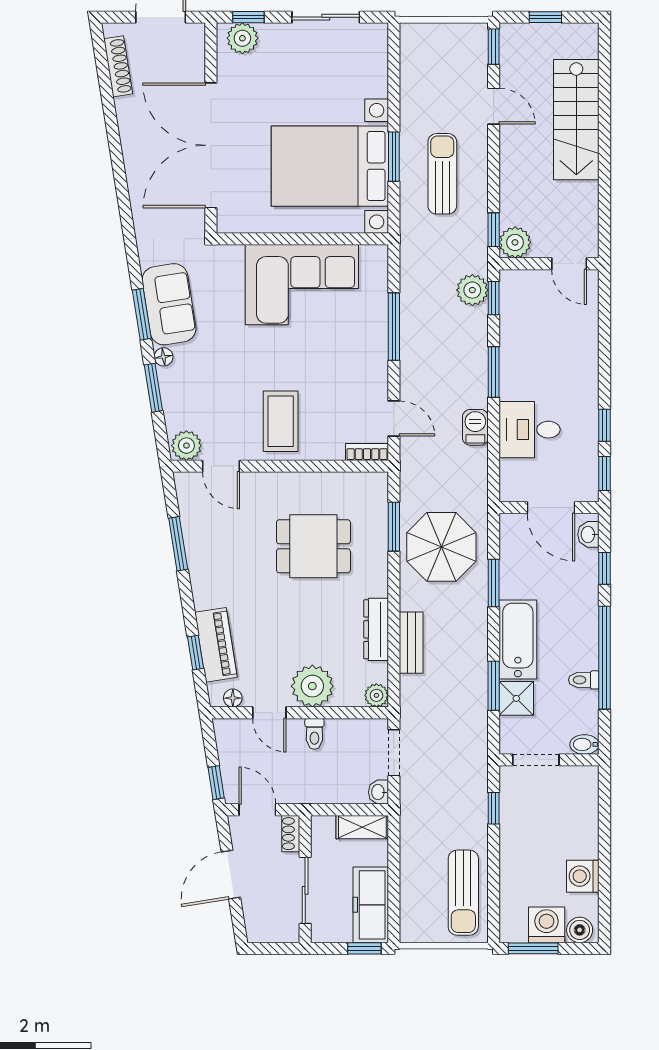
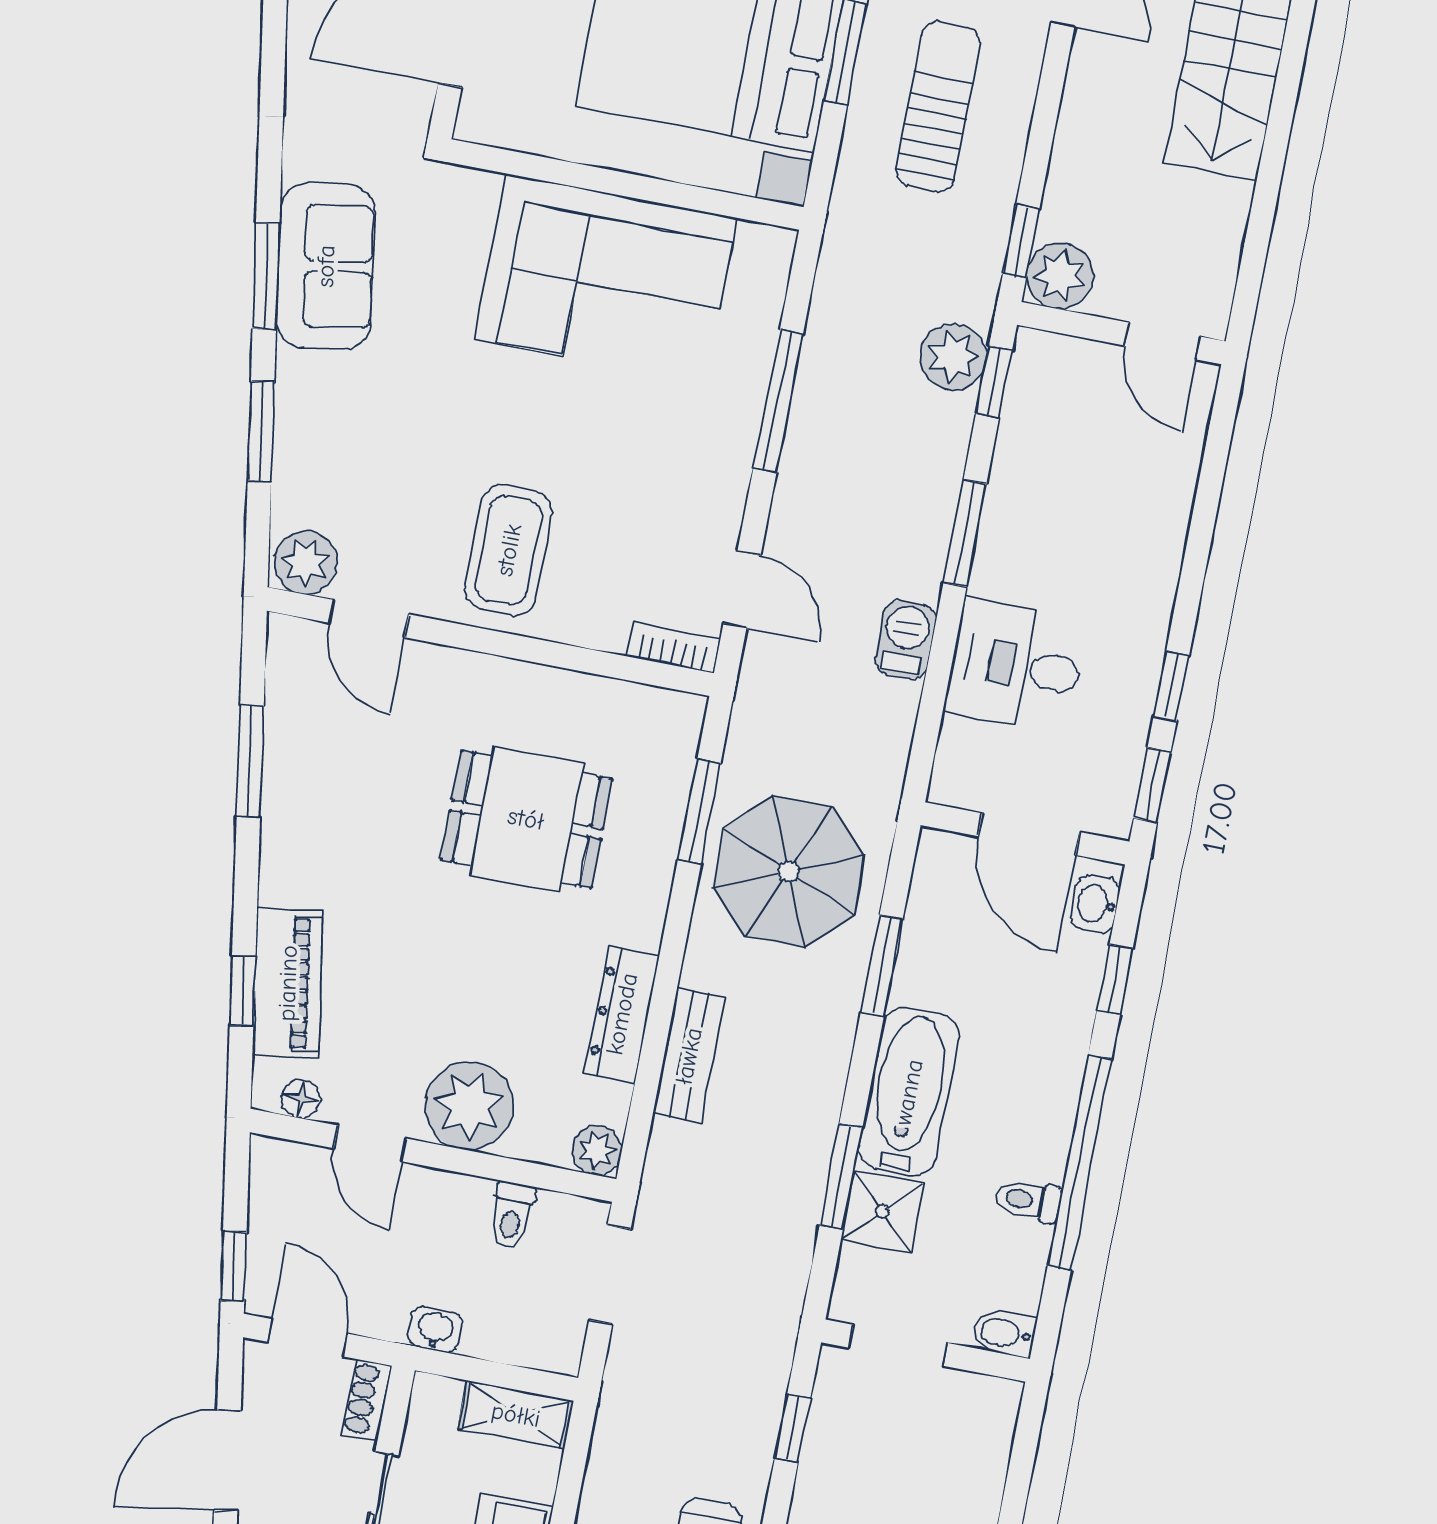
floor lamp: (164, 357) -> (294, 372), removed
toilet: (314, 734) -> (512, 1216), moved
washbasin: (378, 792) -> (435, 1330), moved, turned 90

